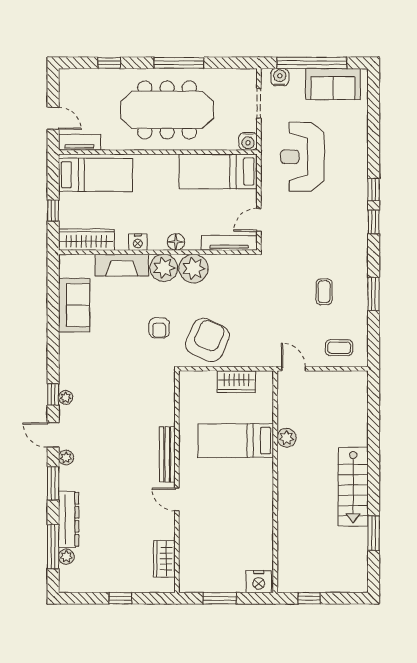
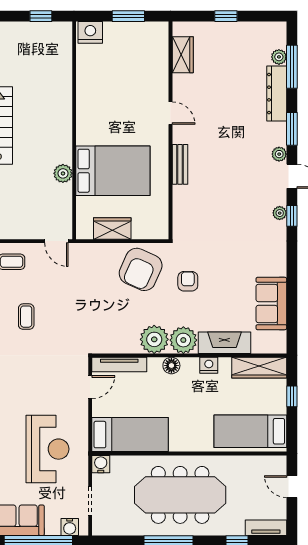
tv unit: (80, 142) -> (266, 528), moved, turned 180
bed: (236, 441) -> (113, 171), width x1.50
bench: (167, 454) -> (180, 164), width x0.73

